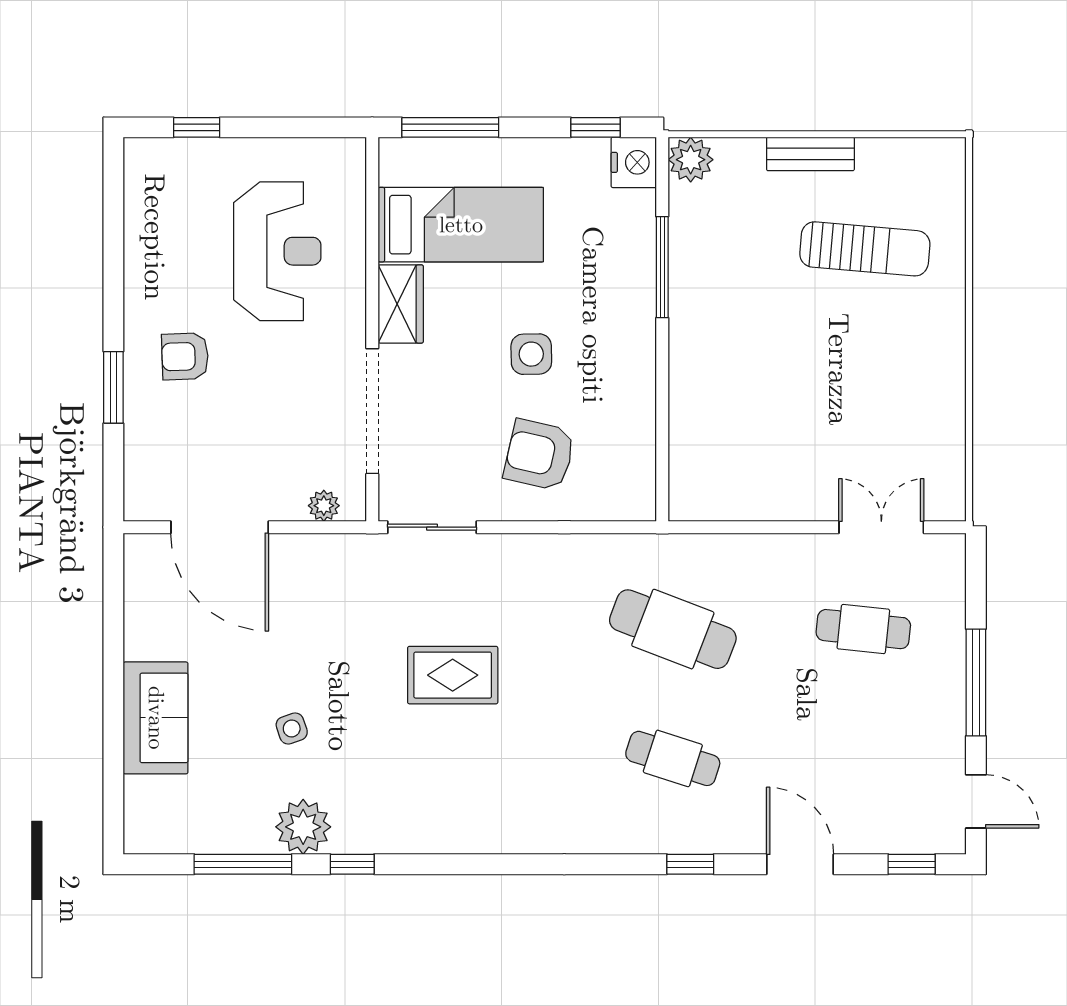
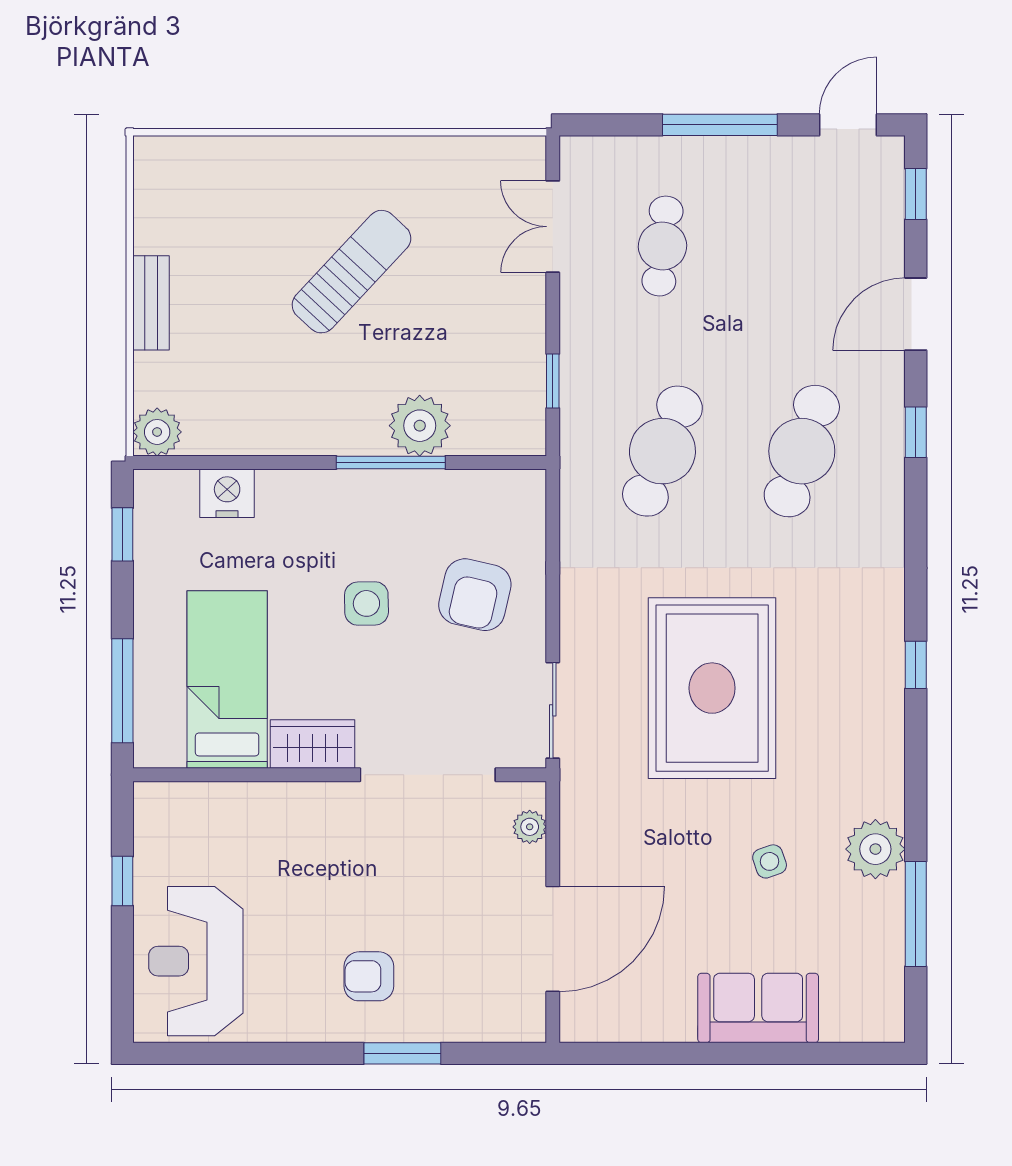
window: (197, 127) -> (122, 881), moved
nightstand: (634, 162) -> (227, 493), moved
sun lounger: (865, 249) -> (351, 272), moved, turned 38
reception desk: (277, 251) -> (196, 961), moved, turned -90
window: (662, 267) -> (391, 462), moved
armchair: (185, 356) -> (369, 976), turned 92
plant: (696, 404) -> (420, 426), added
window: (738, 527) -> (553, 381), added
rug: (453, 675) -> (712, 688), width x1.86, depth x2.06
cafe table: (673, 758) -> (802, 451), width x1.37, depth x1.35
window: (352, 864) -> (916, 665), moved

